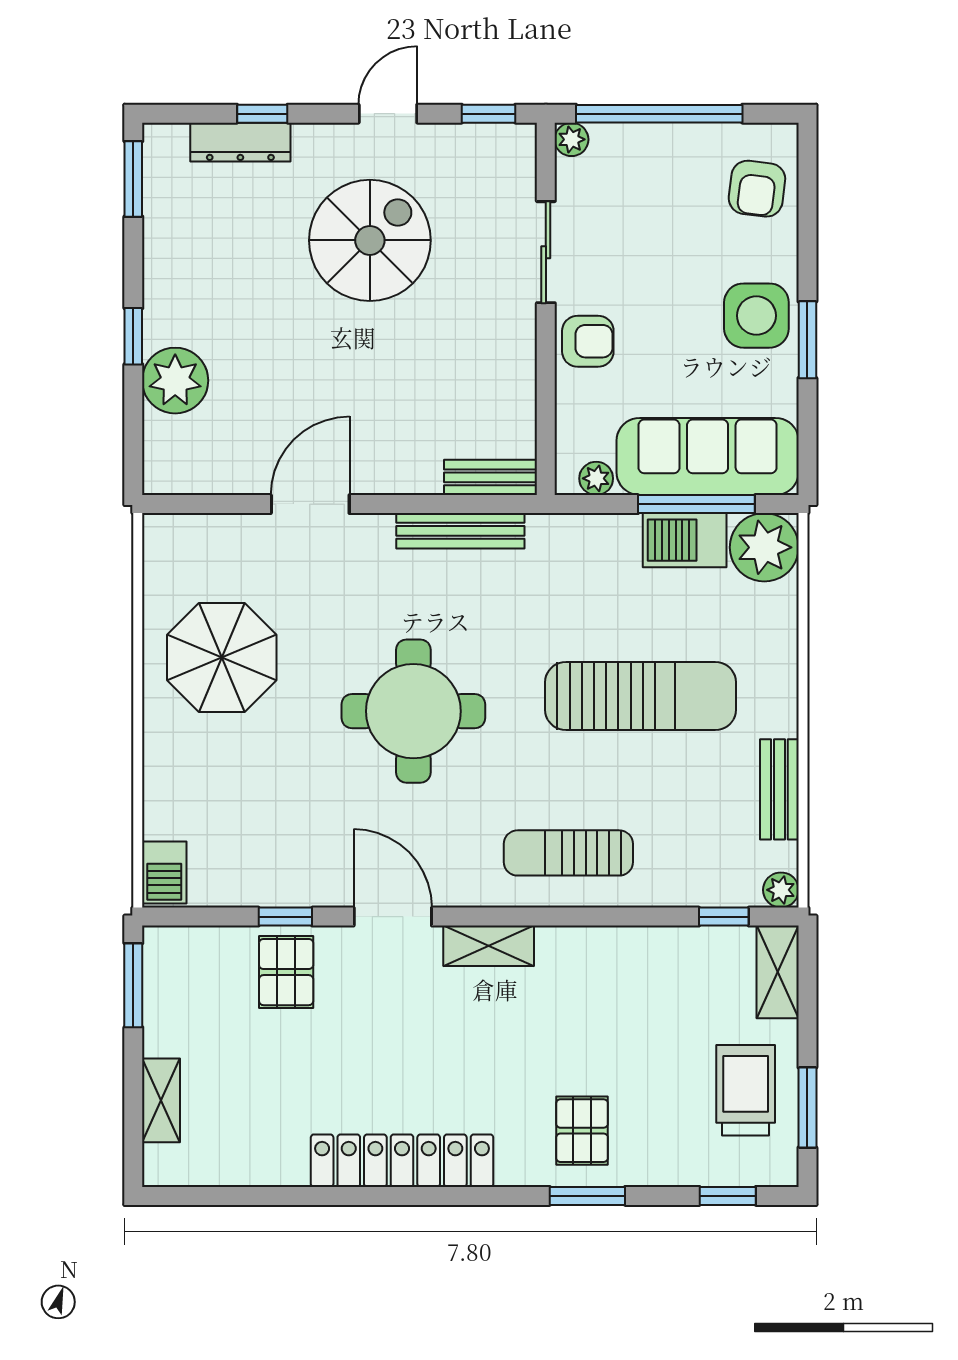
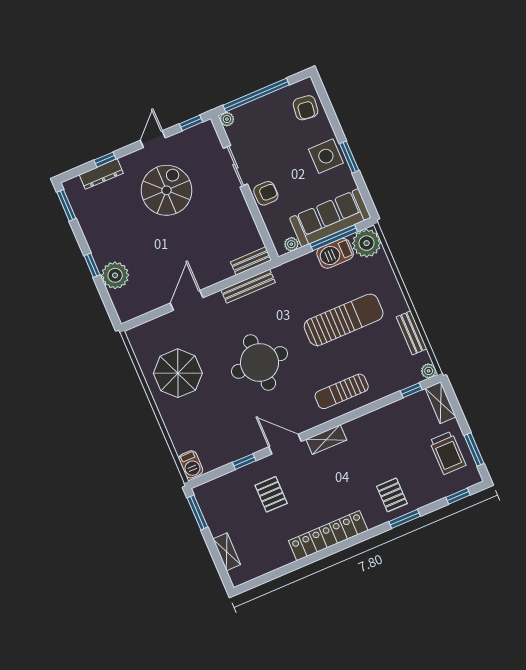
pallet: (286, 972) -> (271, 494), moved
trolley: (746, 1090) -> (448, 453), turned 180

